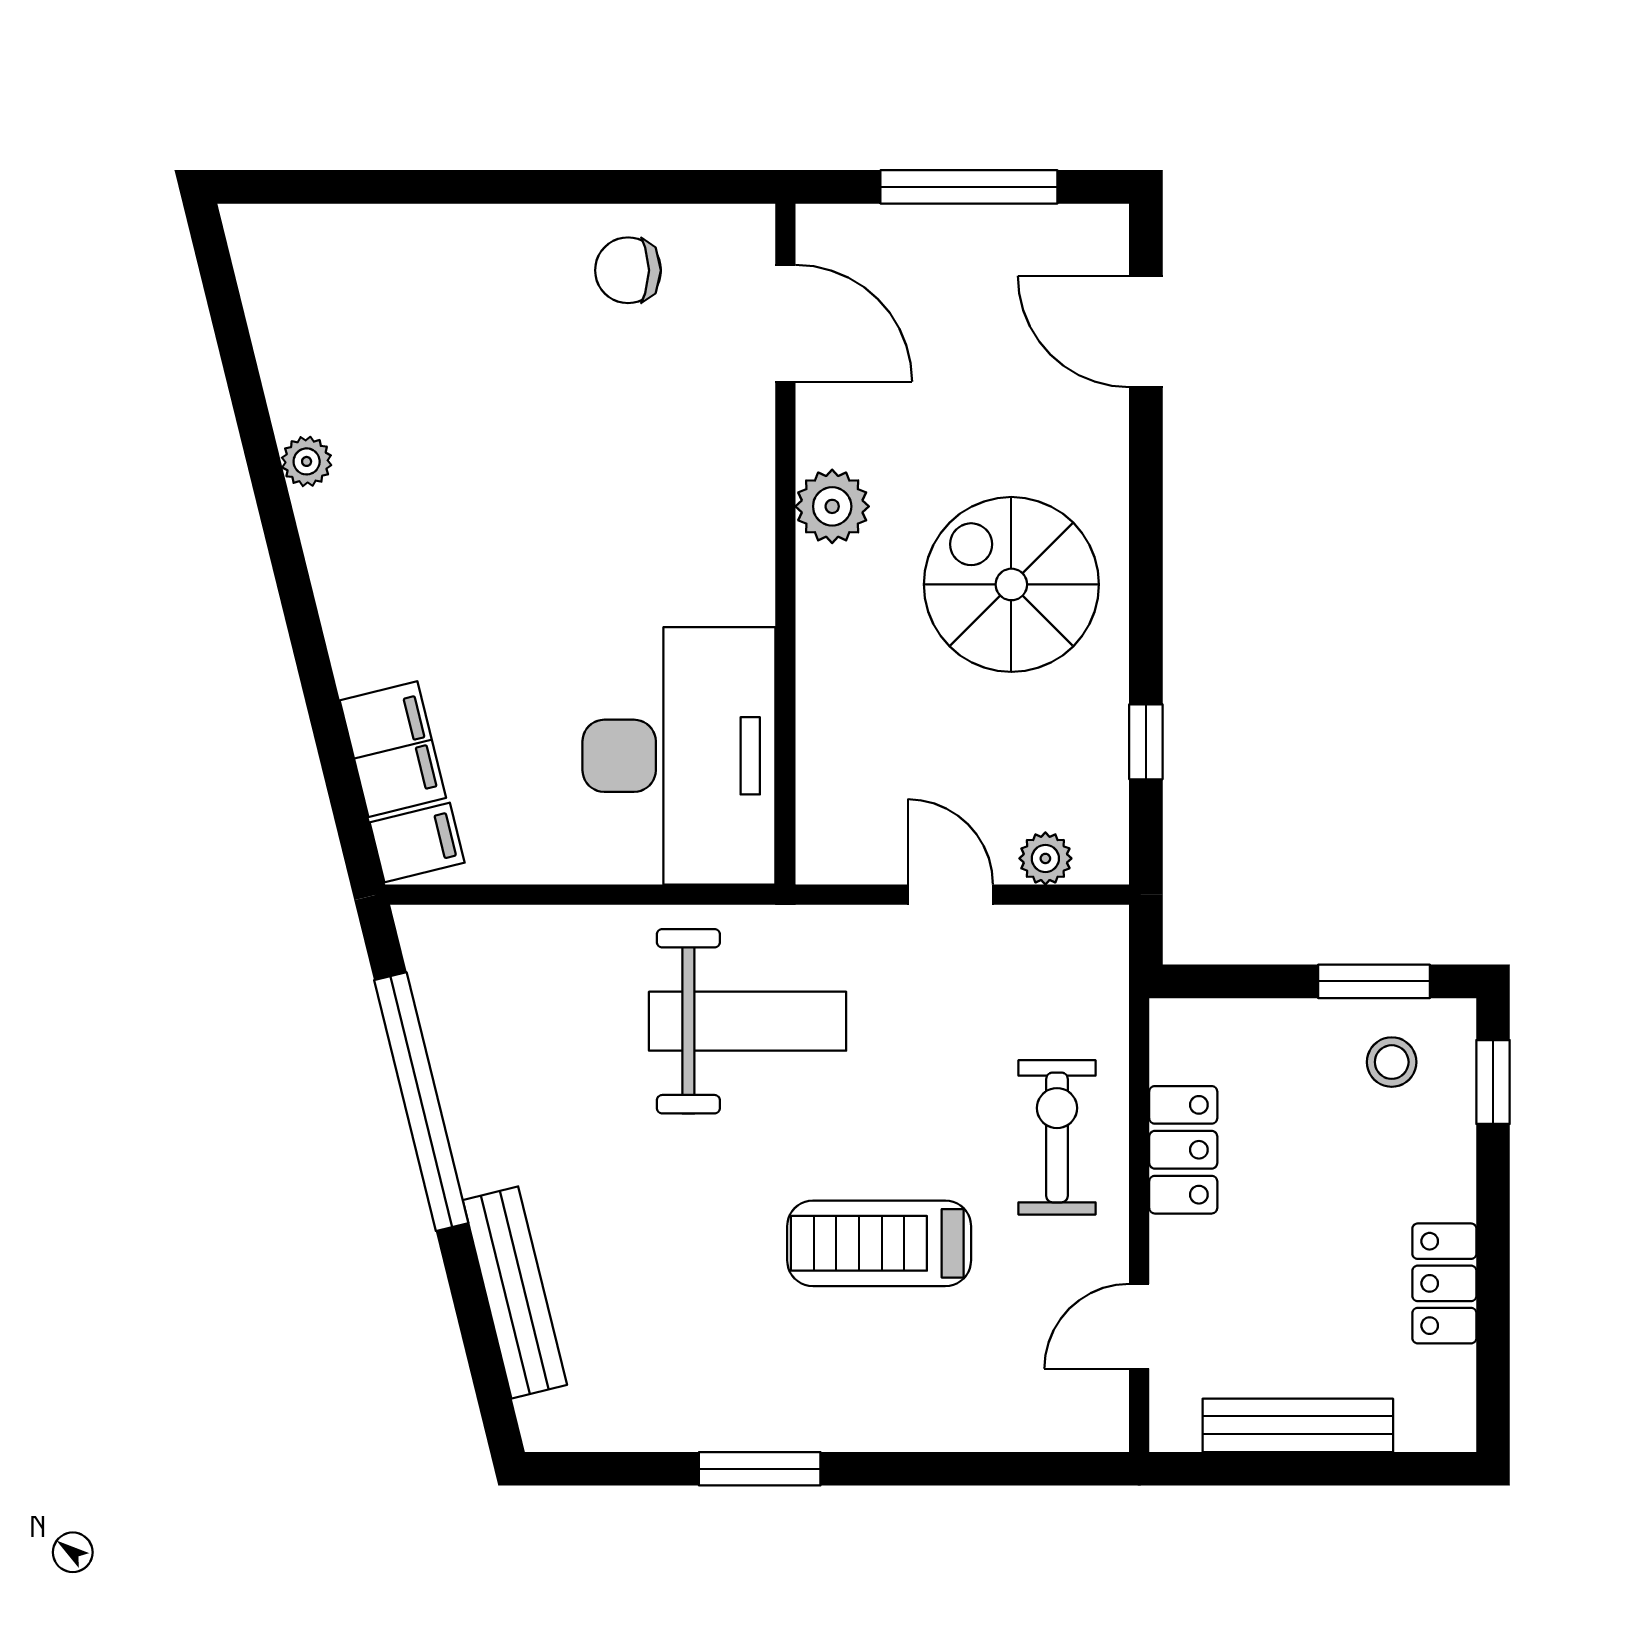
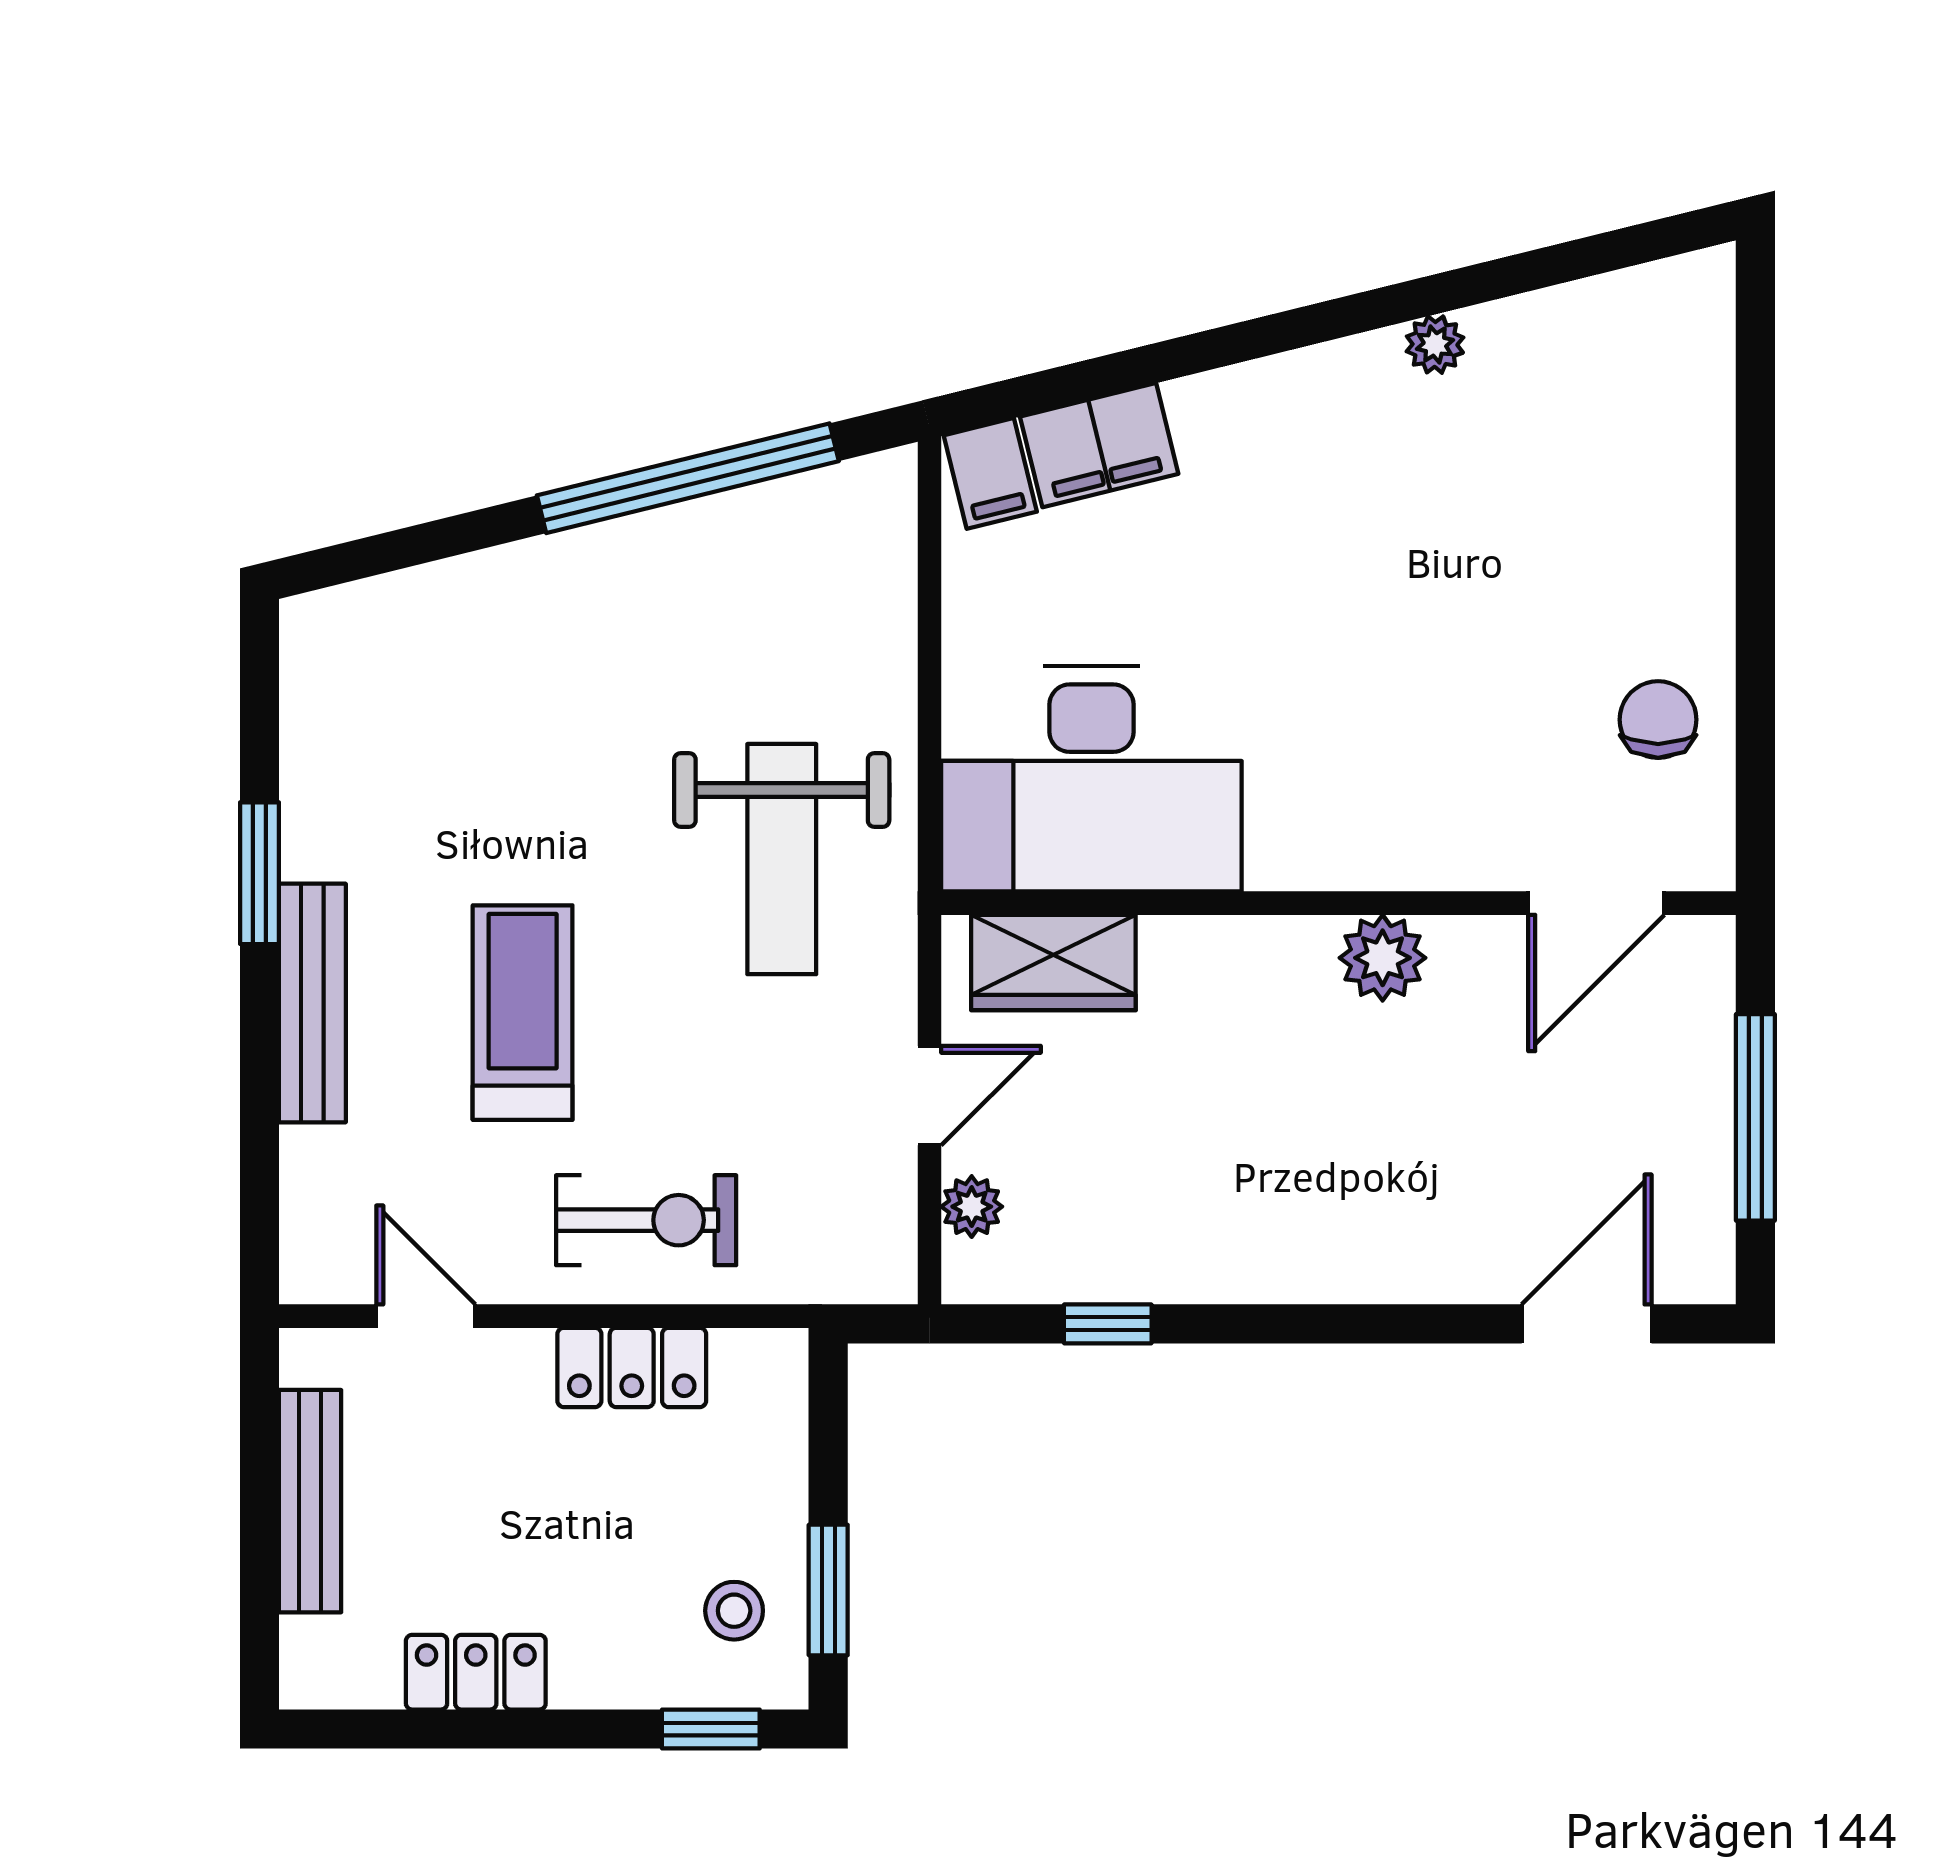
spiral stairs: (1011, 584) -> (1291, 1167), removed
wardrobe: (836, 788) -> (1053, 963), added
bench: (515, 1292) -> (312, 1003), moved, turned -76

